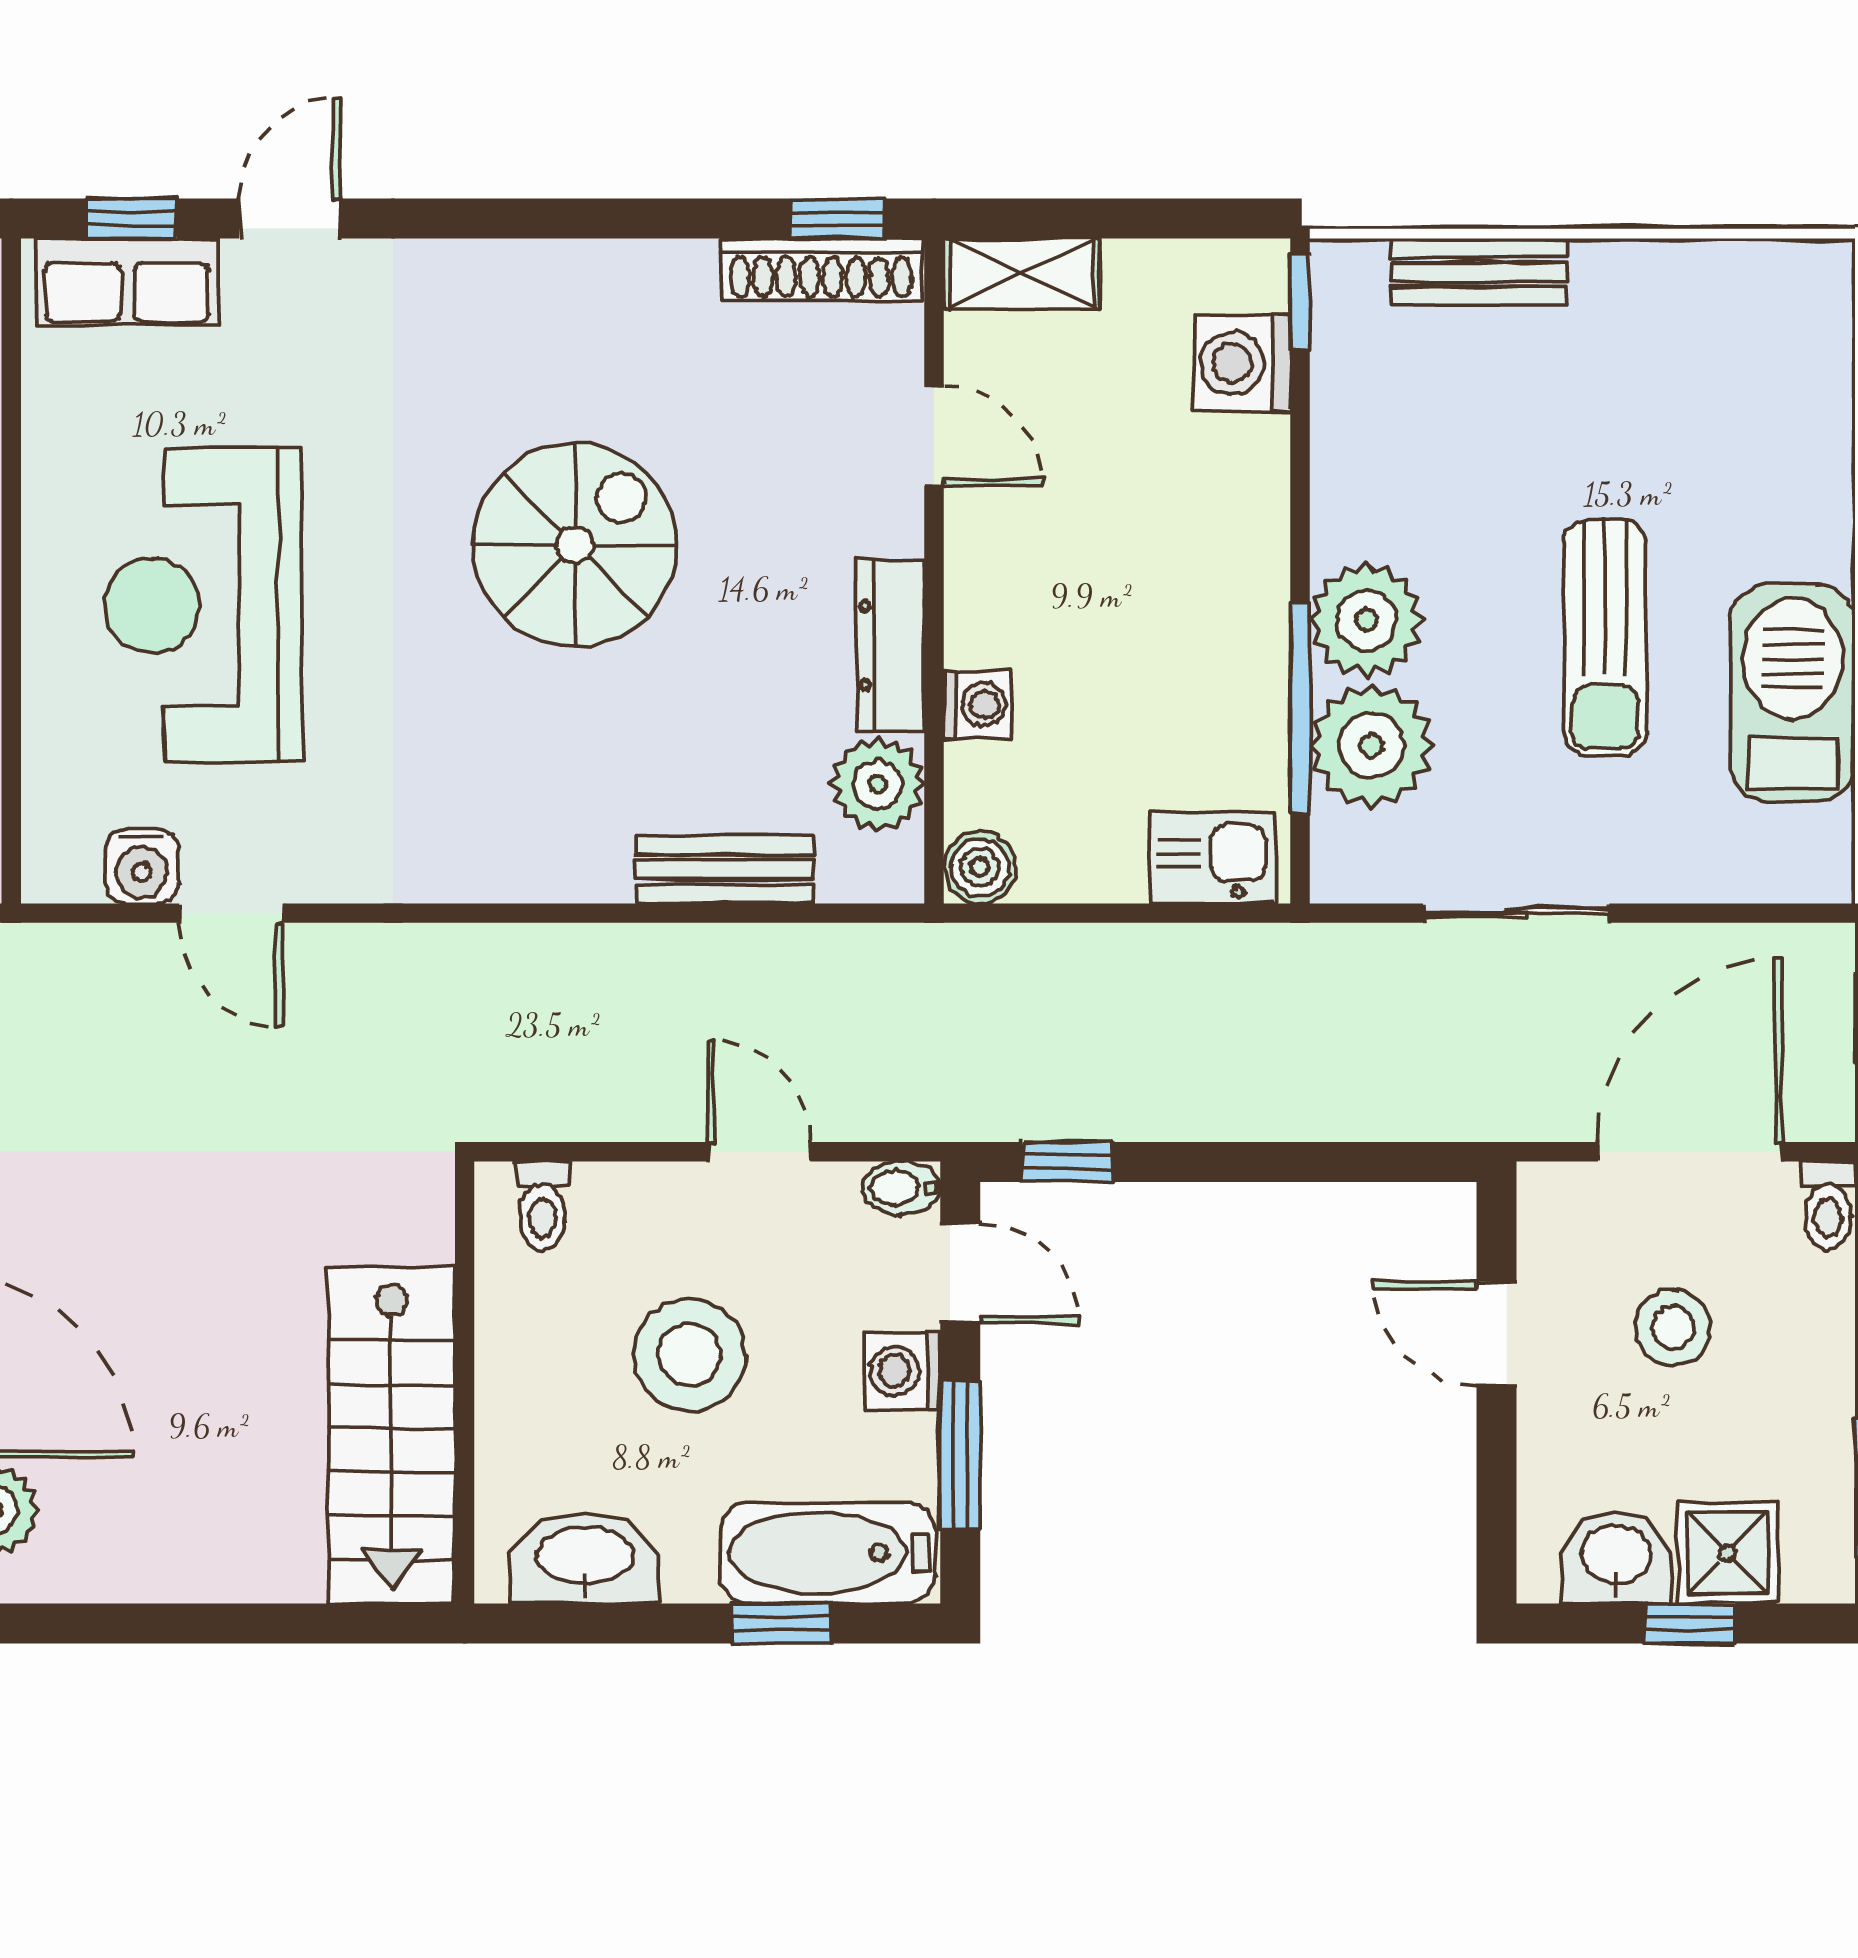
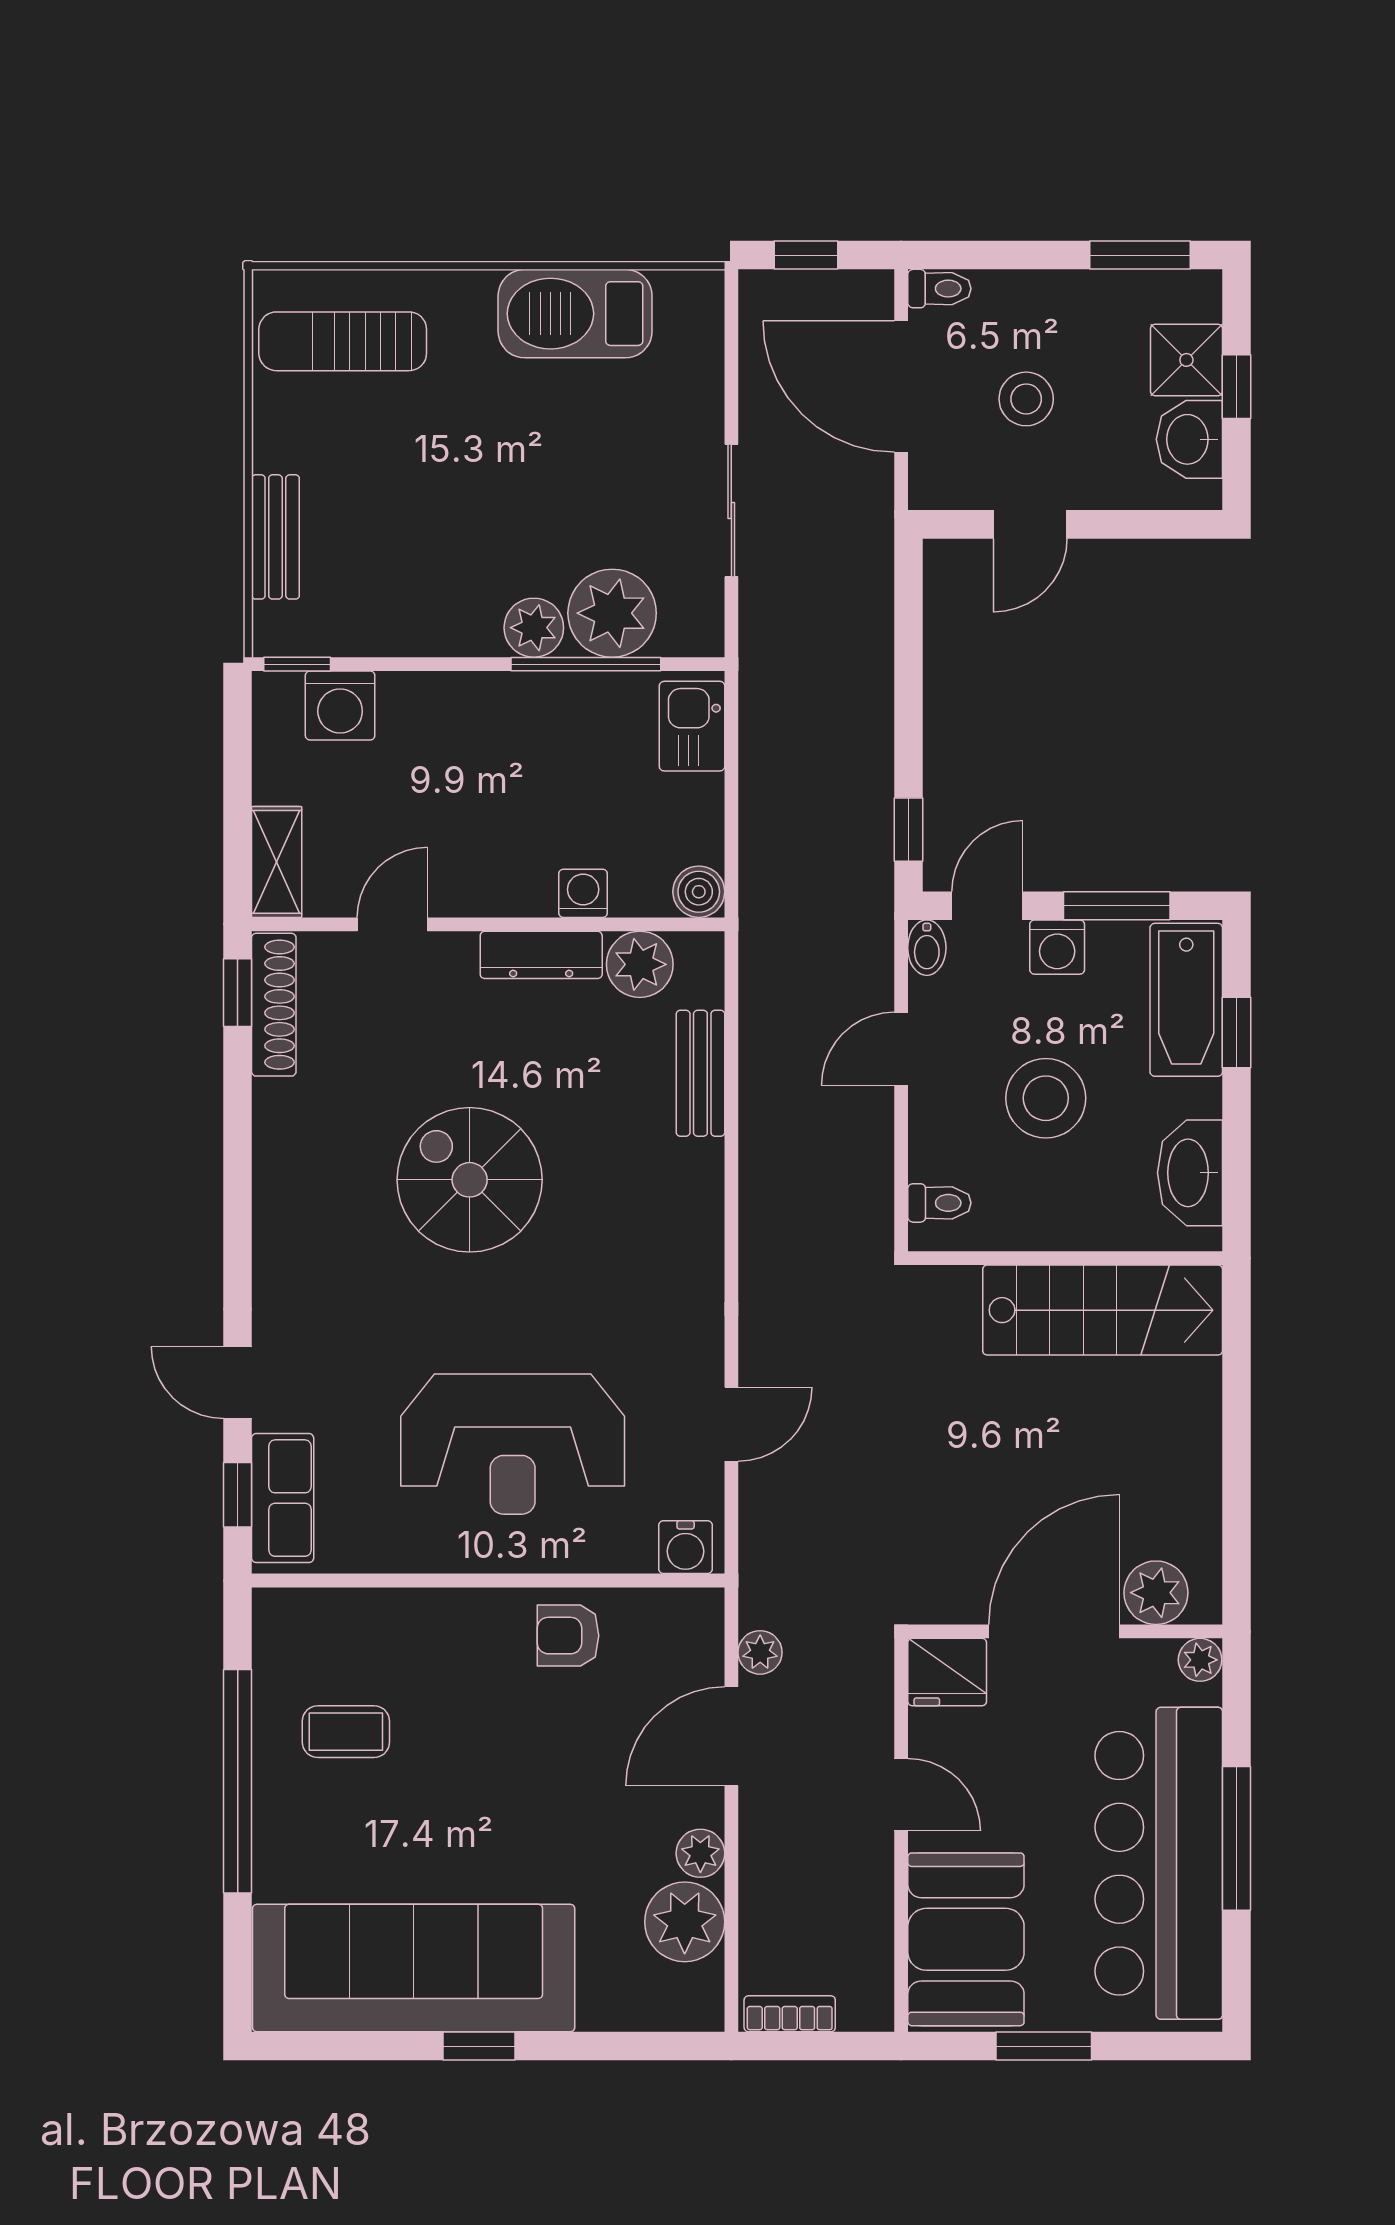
plant: (1366, 620) -> (534, 628), width x0.73, depth x0.73
sun lounger: (1605, 638) -> (343, 341), moved, turned 180
water cooler: (142, 866) -> (686, 1547), moved, turned 90

